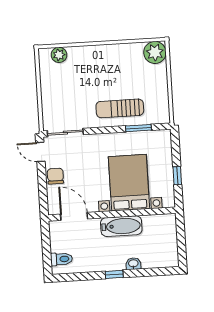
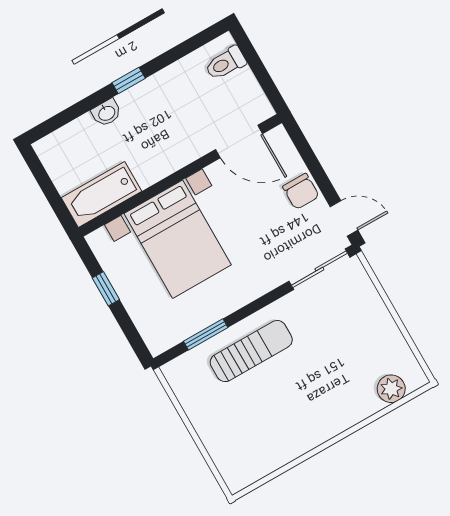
plant: (155, 52) -> (239, 469), removed
bathtub: (121, 226) -> (101, 194), moved

